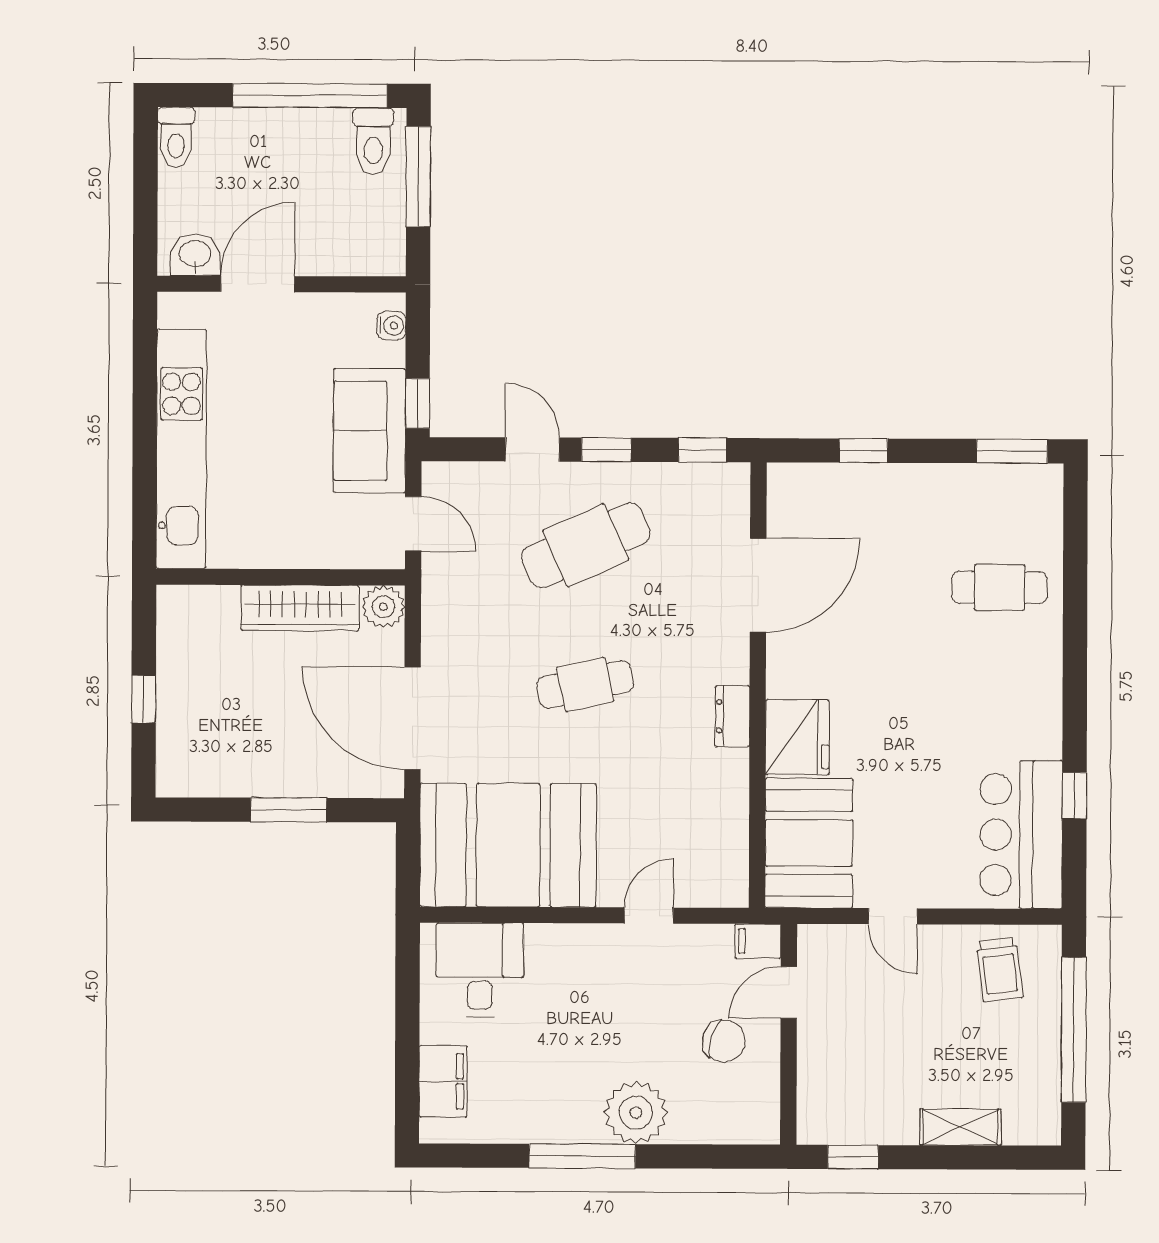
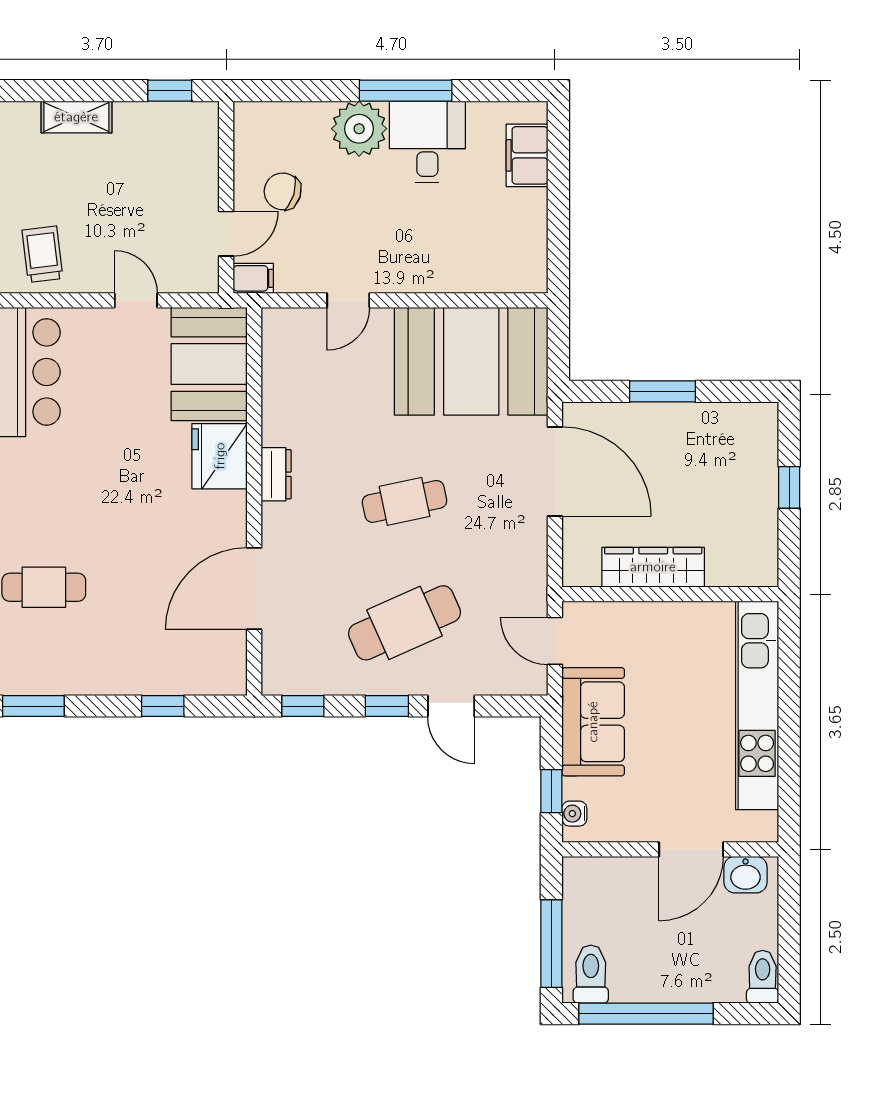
window: (418, 403) -> (551, 791), moved
plant: (383, 607) -> (580, 569), removed
desk: (480, 970) -> (427, 142), moved, turned 180

